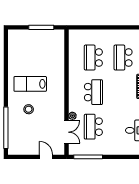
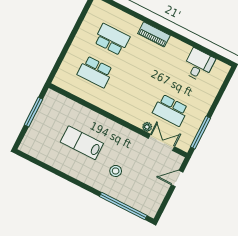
school desk: (123, 58) -> (112, 39), turned 180
lab bench: (30, 84) -> (82, 143), moved, turned 90
school desk: (93, 92) -> (133, 91), removed

